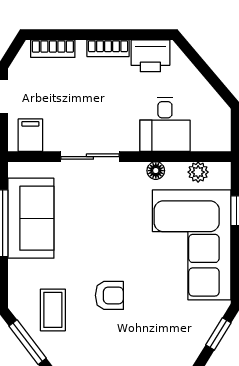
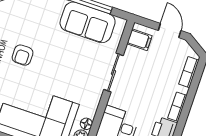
floor lamp: (156, 171) -> (86, 124), moved
coffee table: (53, 310) -> (26, 17), removed

